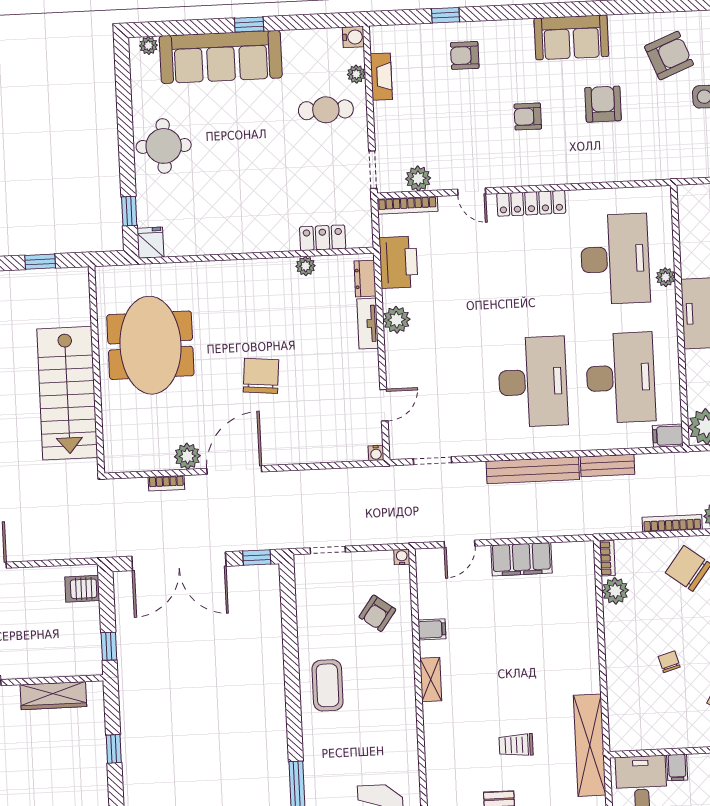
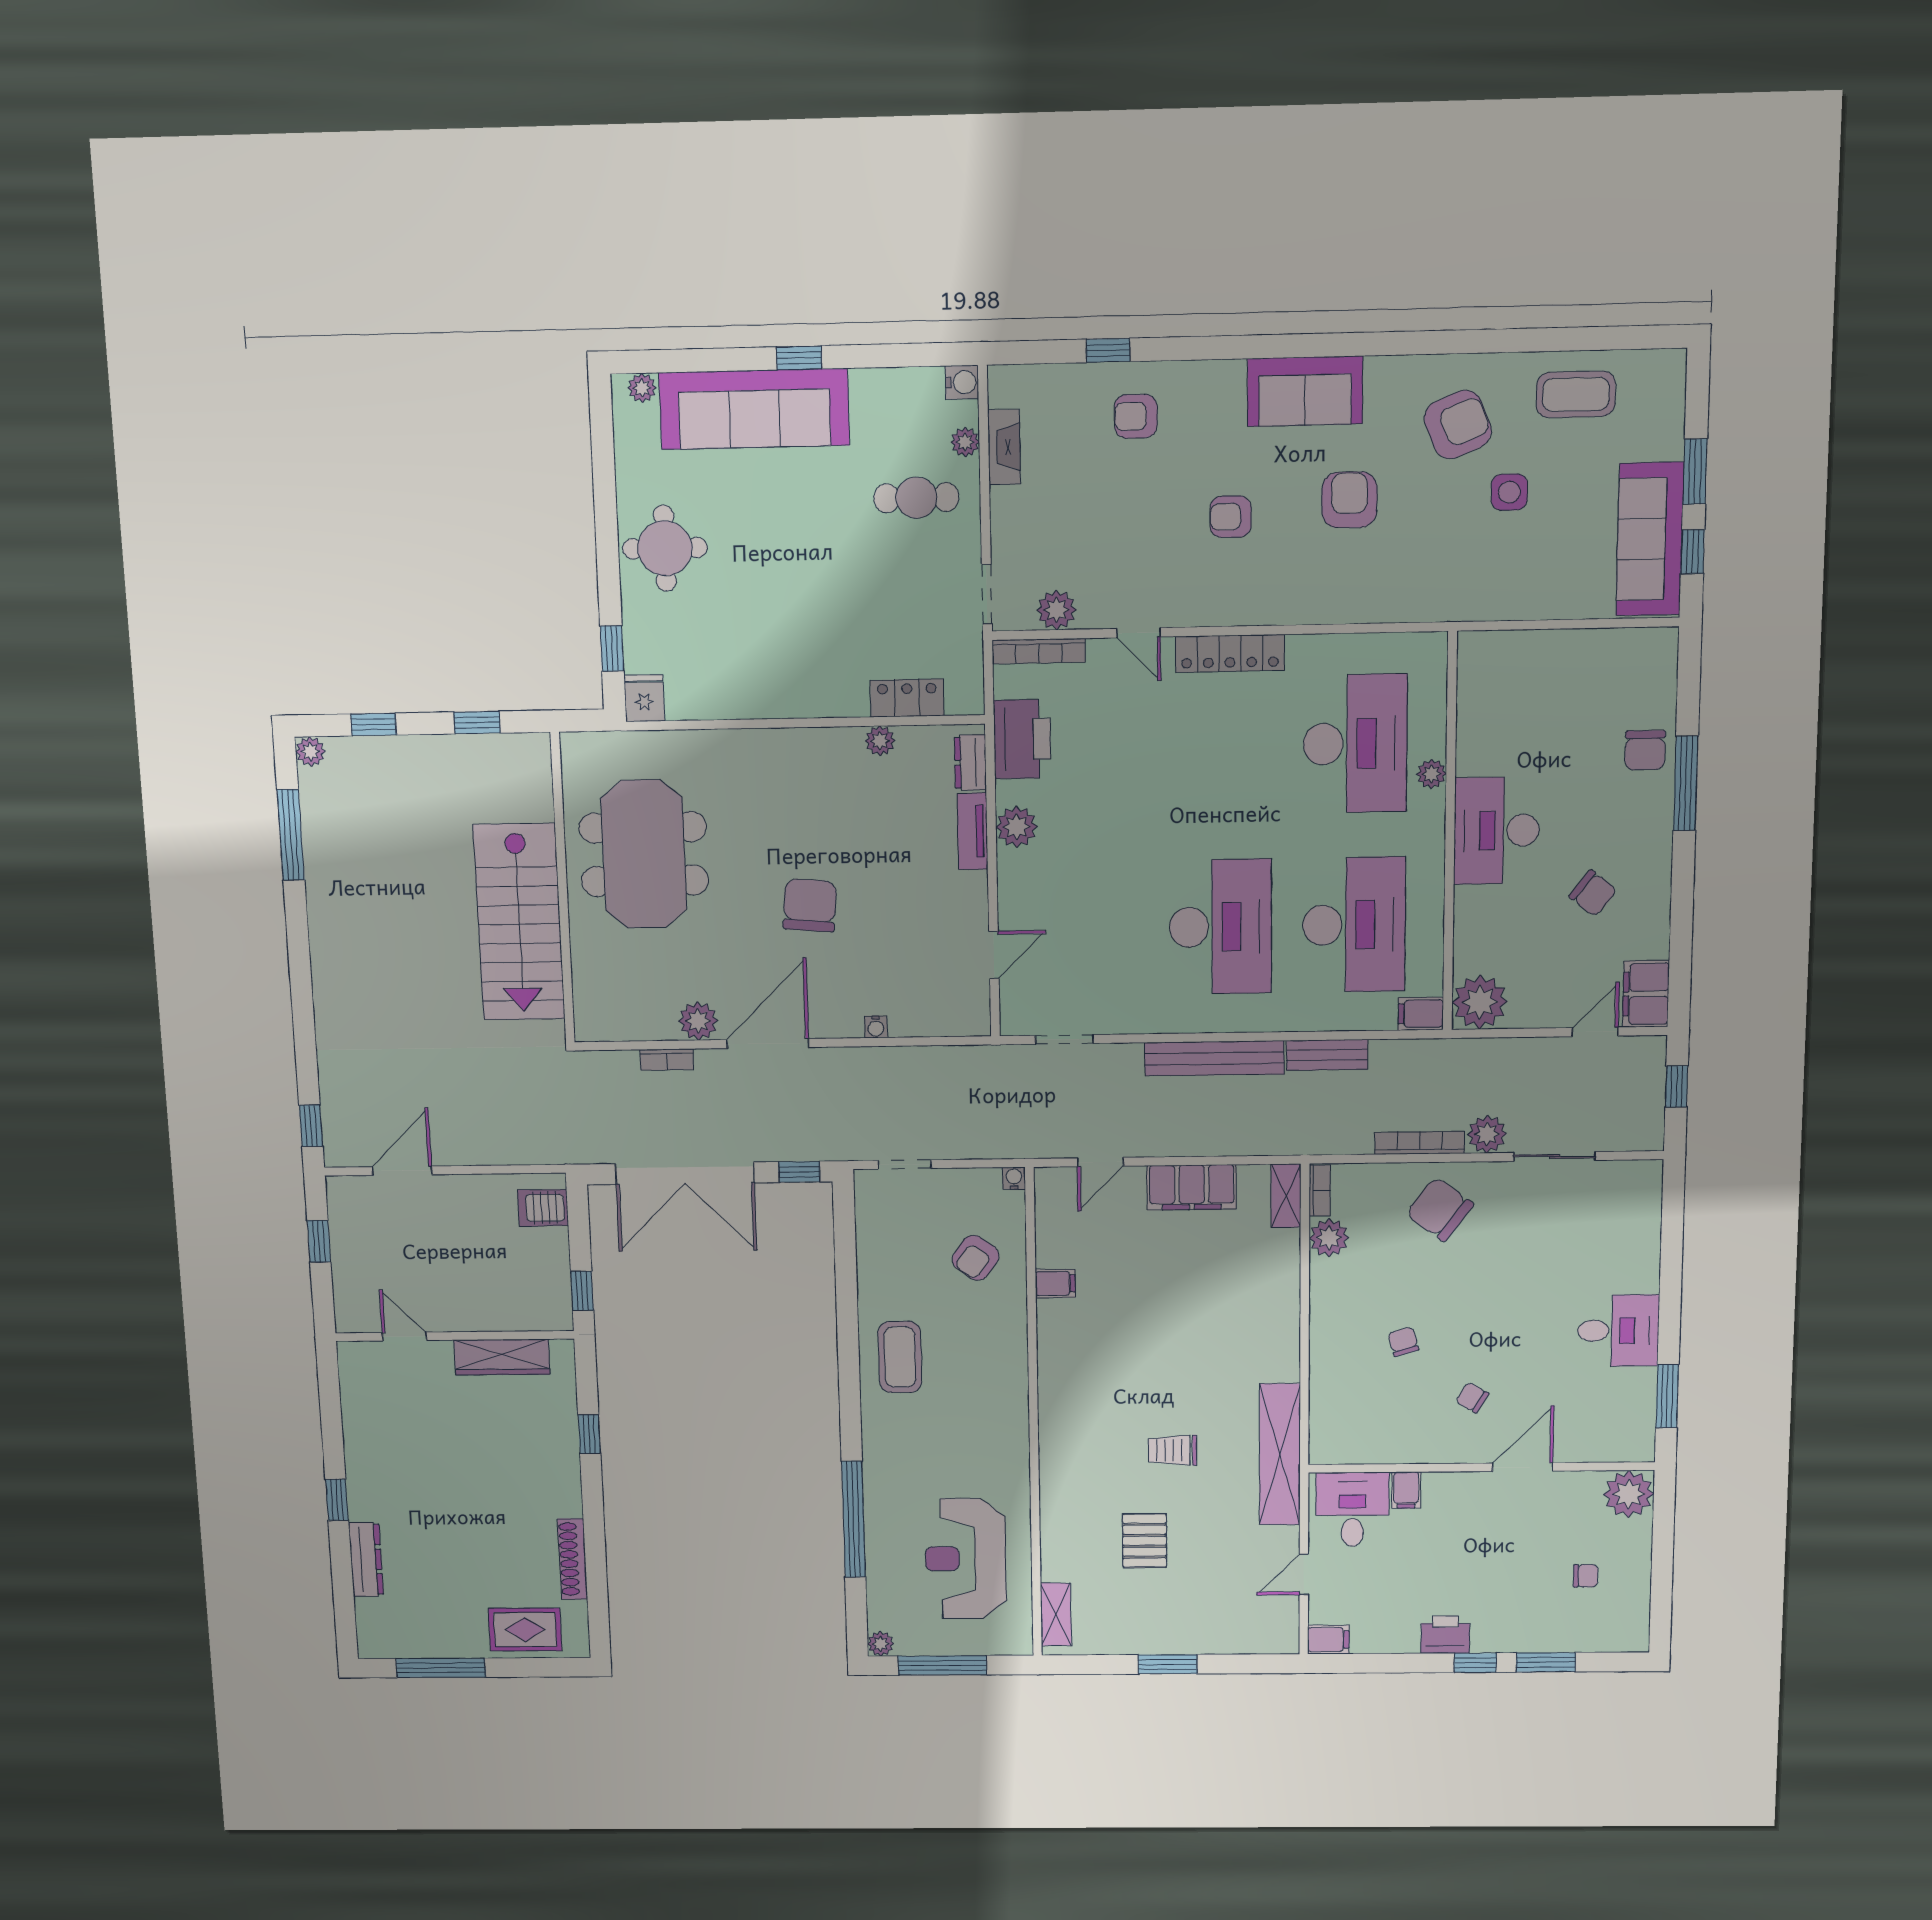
water cooler: (376, 453) -> (876, 1027), moved
shelving: (431, 679) -> (1286, 1196), moved

